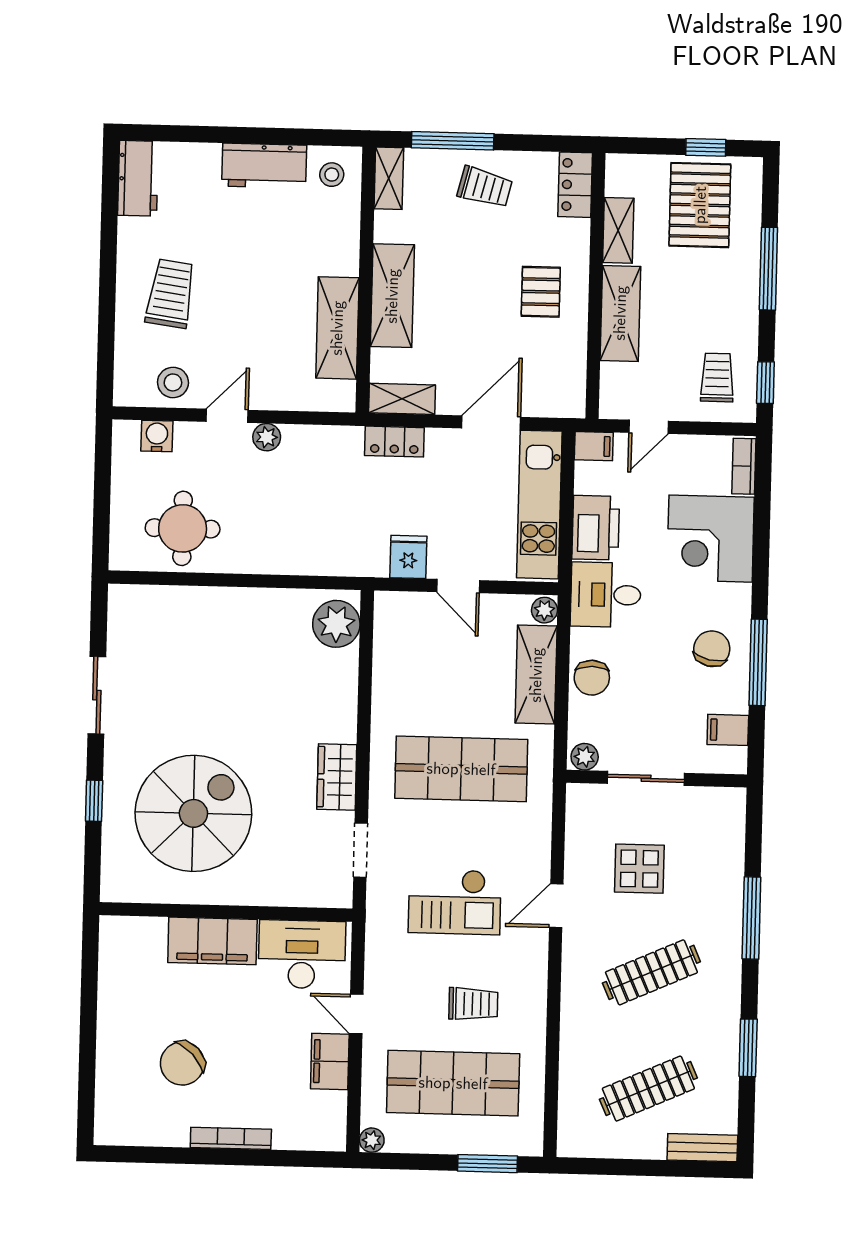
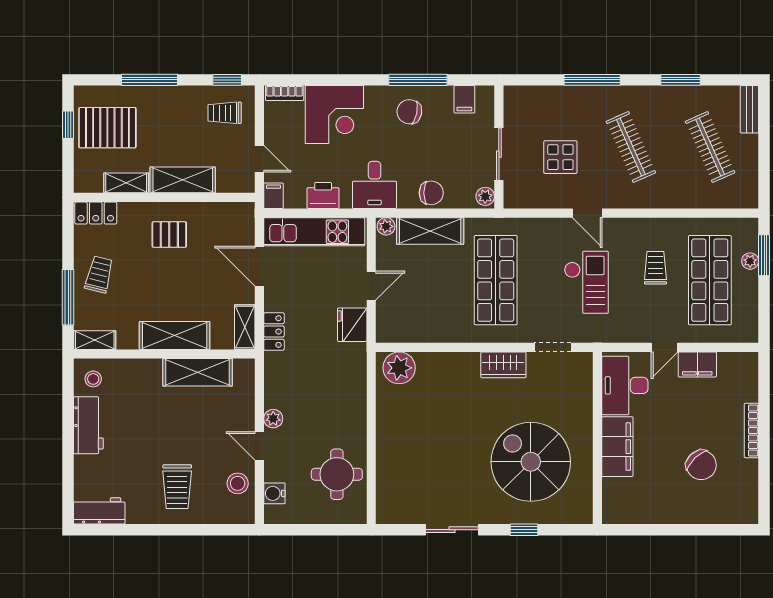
trolley: (171, 294) -> (177, 487), turned -98
printer: (596, 528) -> (323, 195), width x0.73, depth x0.84
fridge: (408, 557) -> (352, 325), width x1.38
plant: (372, 1140) -> (750, 261), moved

